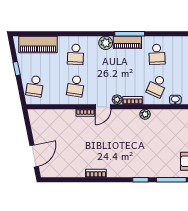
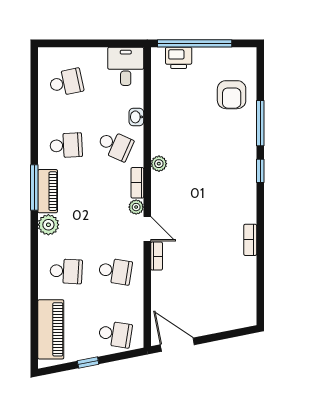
door: (34, 156) -> (177, 345), moved

